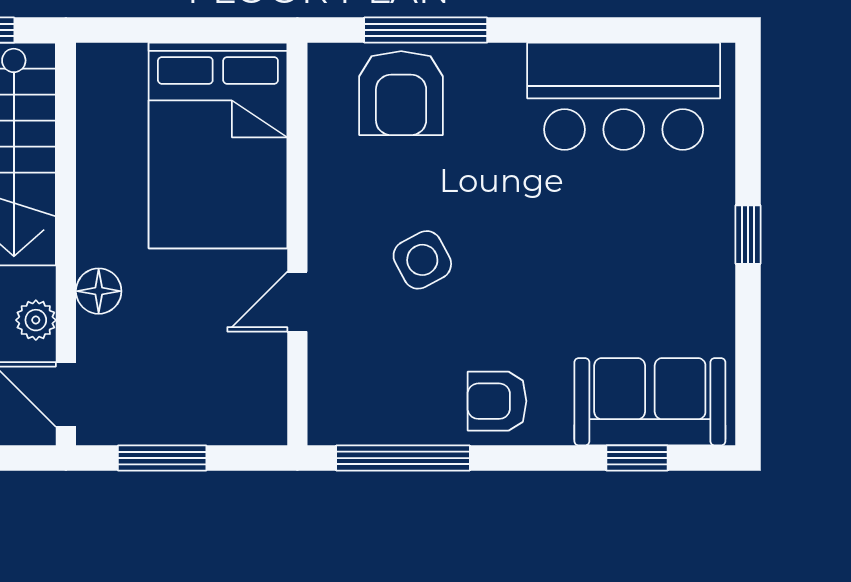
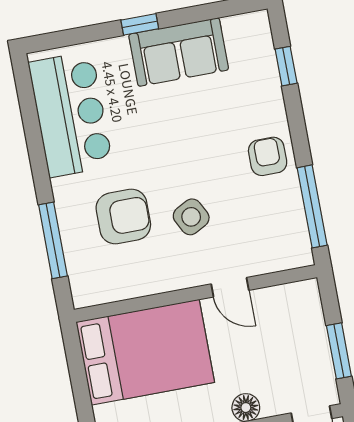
armchair: (401, 93) -> (123, 217), moved
armchair: (497, 401) -> (268, 156), turned 180
sofa: (650, 402) -> (179, 52), moved, turned -90

